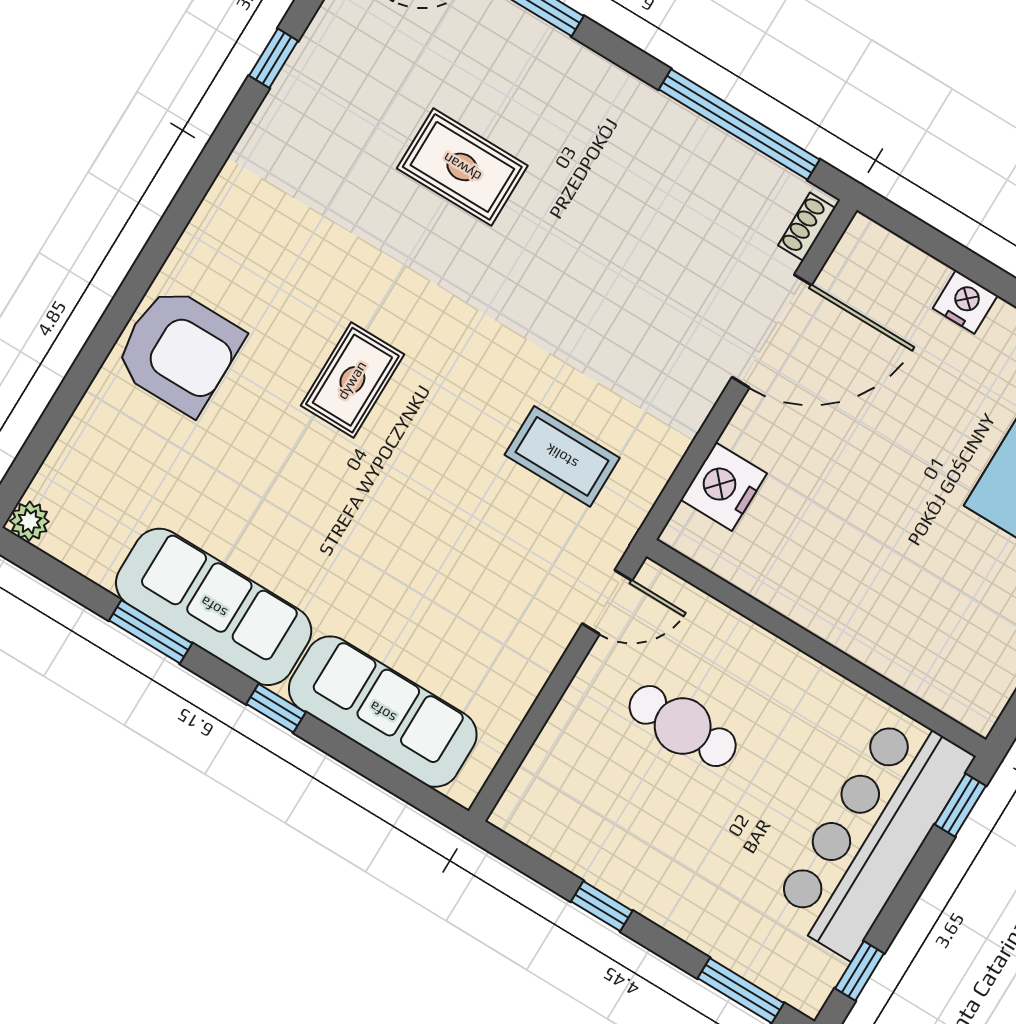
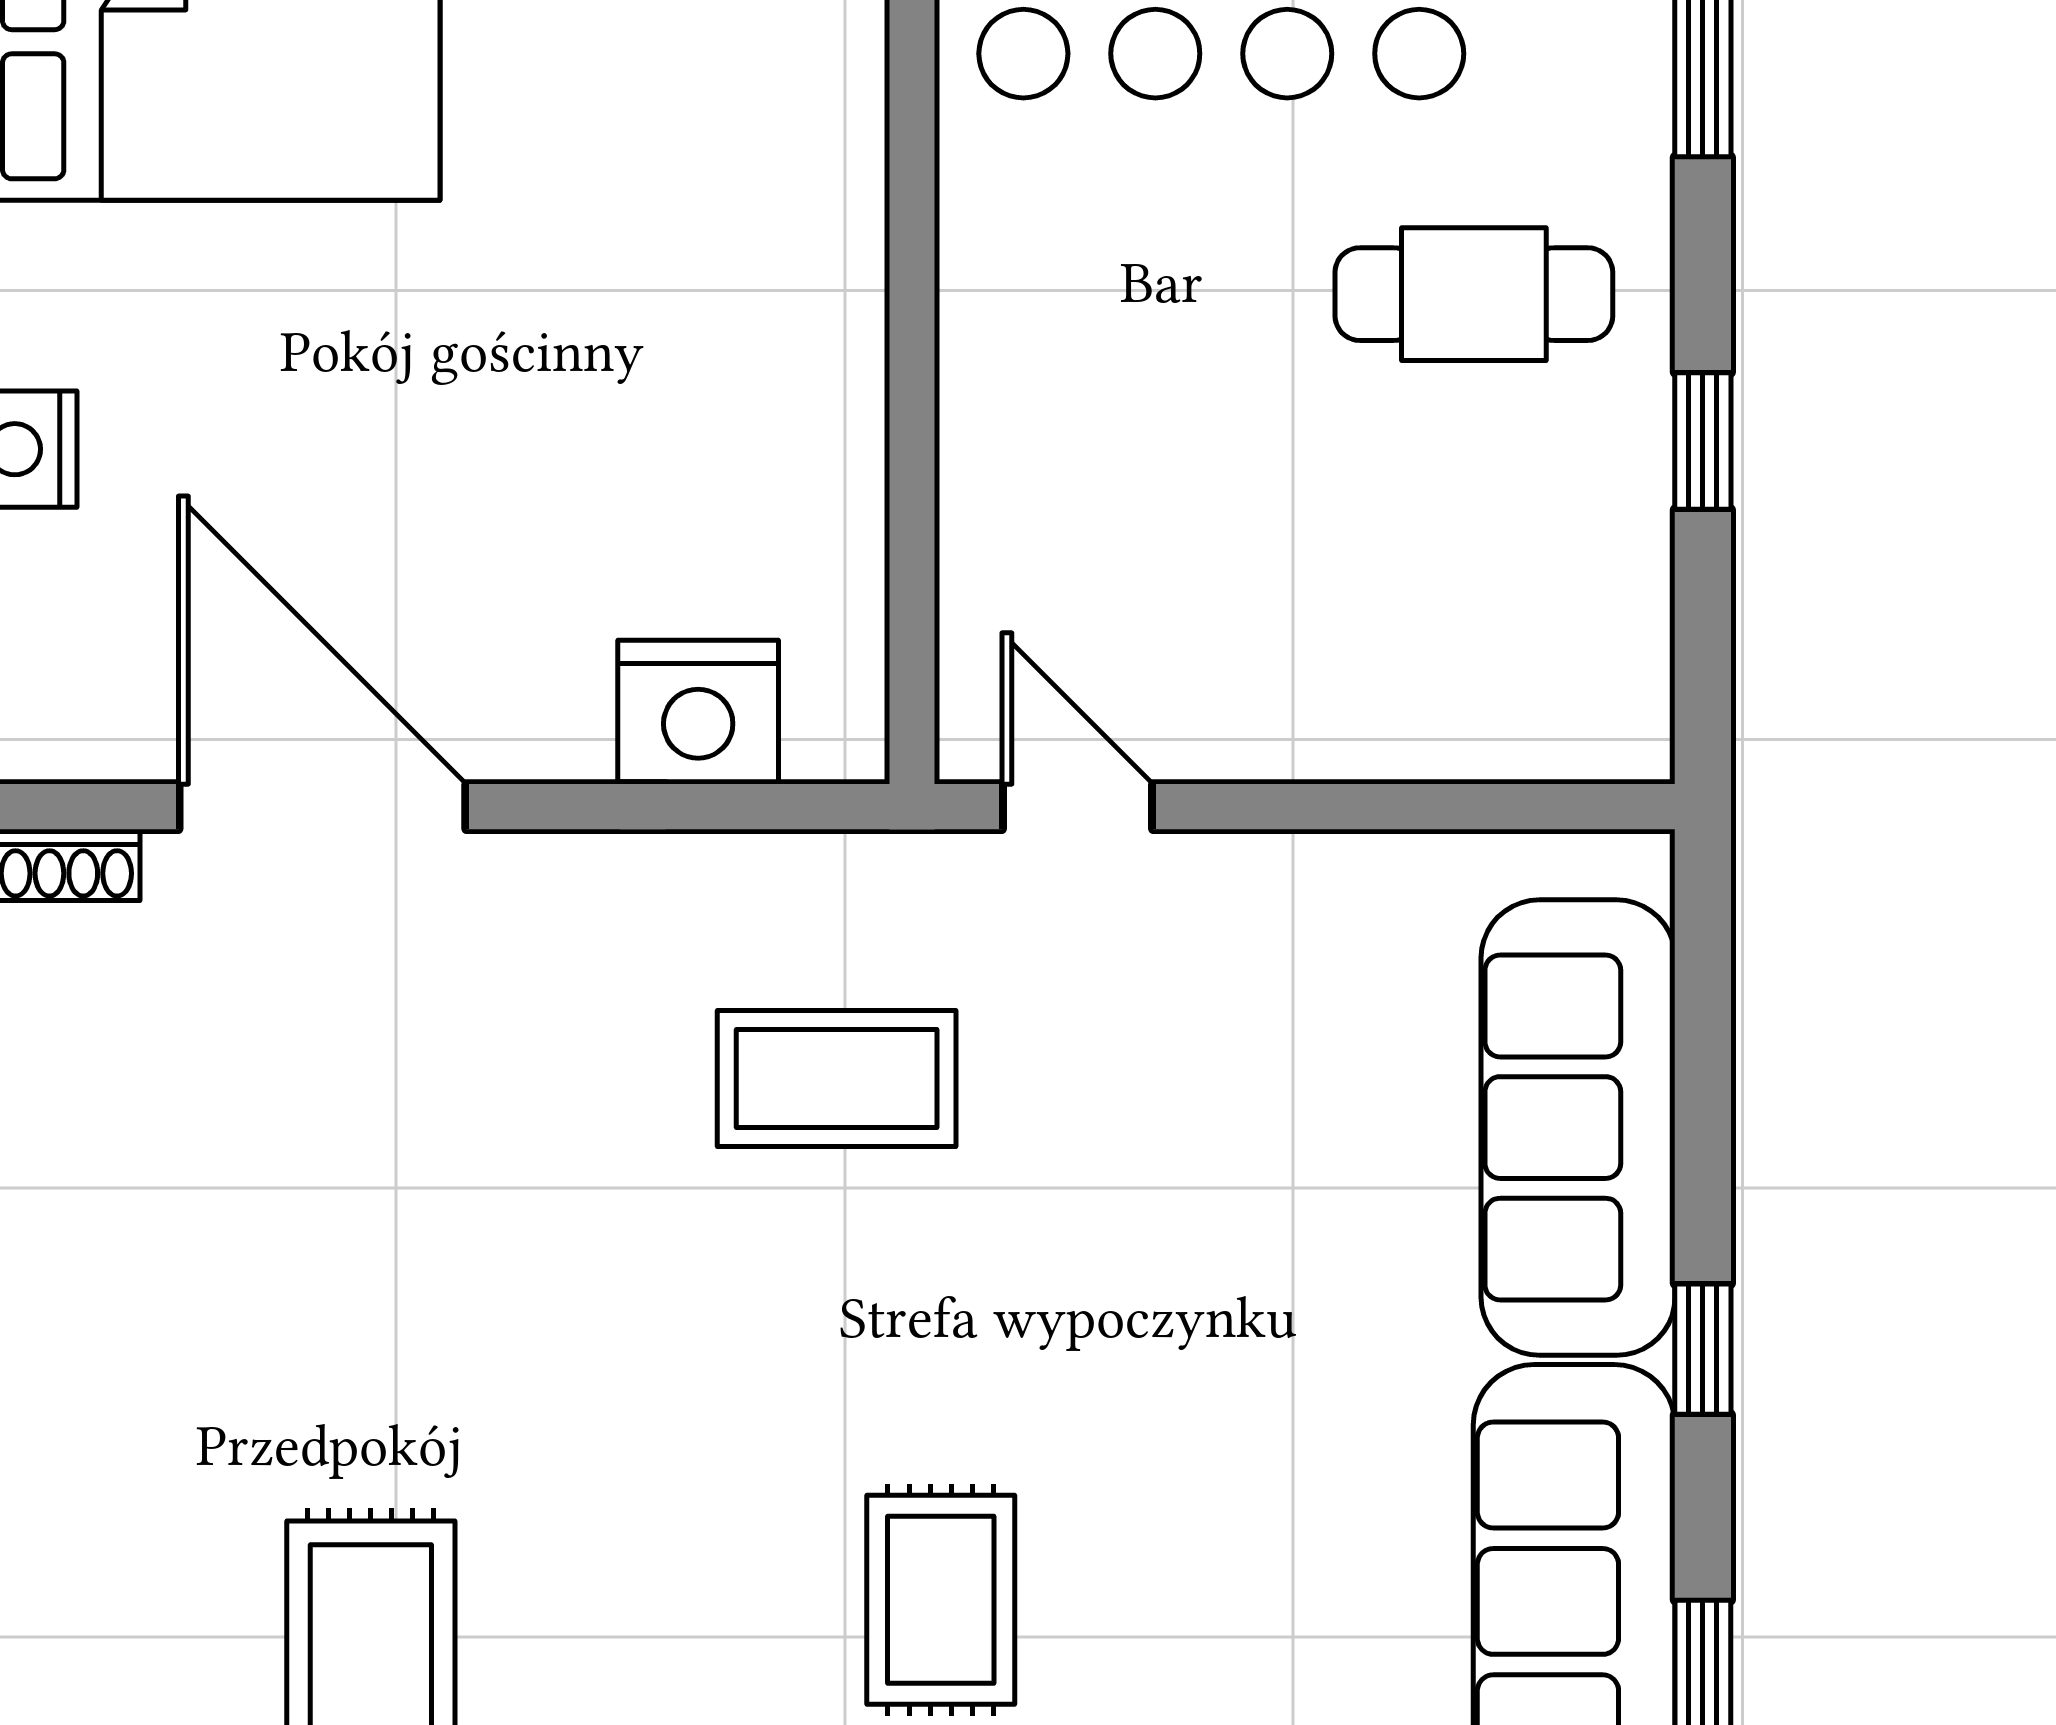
rug: (352, 380) -> (941, 1600), turned 90
coffee table: (562, 456) -> (837, 1078), turned 90
cafe table: (683, 726) -> (1474, 294), moved, turned 90

